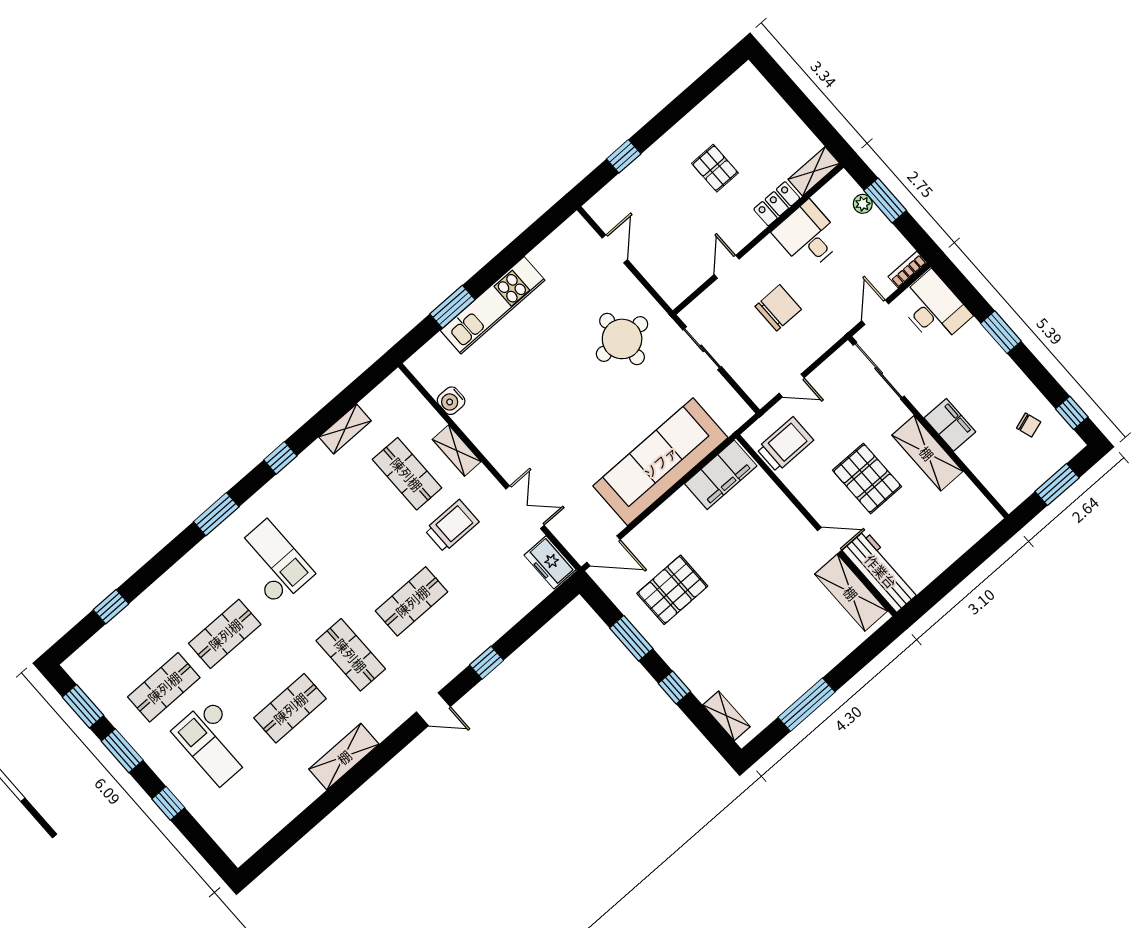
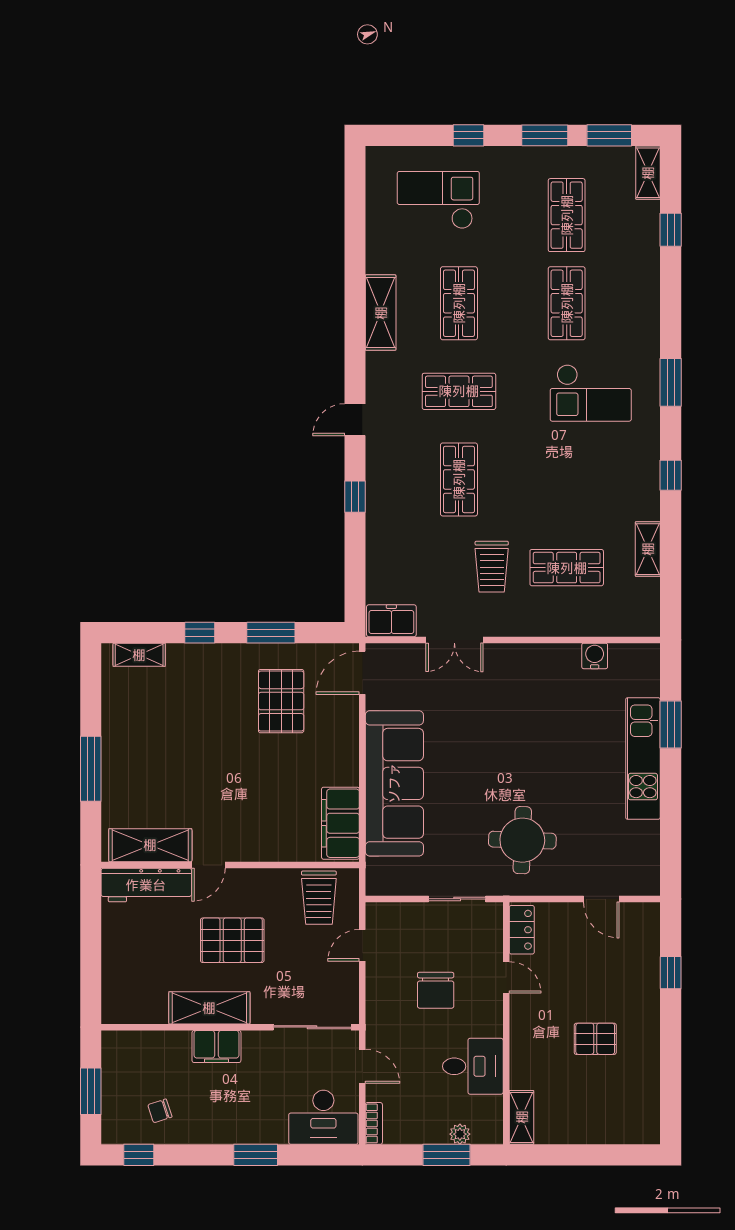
locker: (777, 204) -> (522, 930), moved
shelving: (457, 450) -> (648, 173), moved, turned 90
window: (807, 705) -> (91, 769), moved
checkout: (215, 742) -> (438, 200), moved

